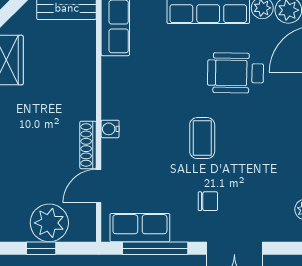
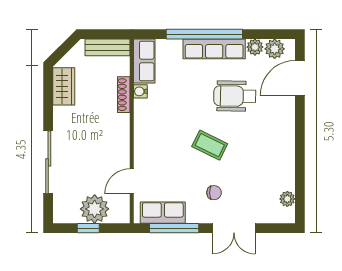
water cooler: (110, 129) -> (140, 91), moved
coffee table: (202, 138) -> (210, 145), turned -64
shoe rack: (88, 145) -> (124, 95), moved

